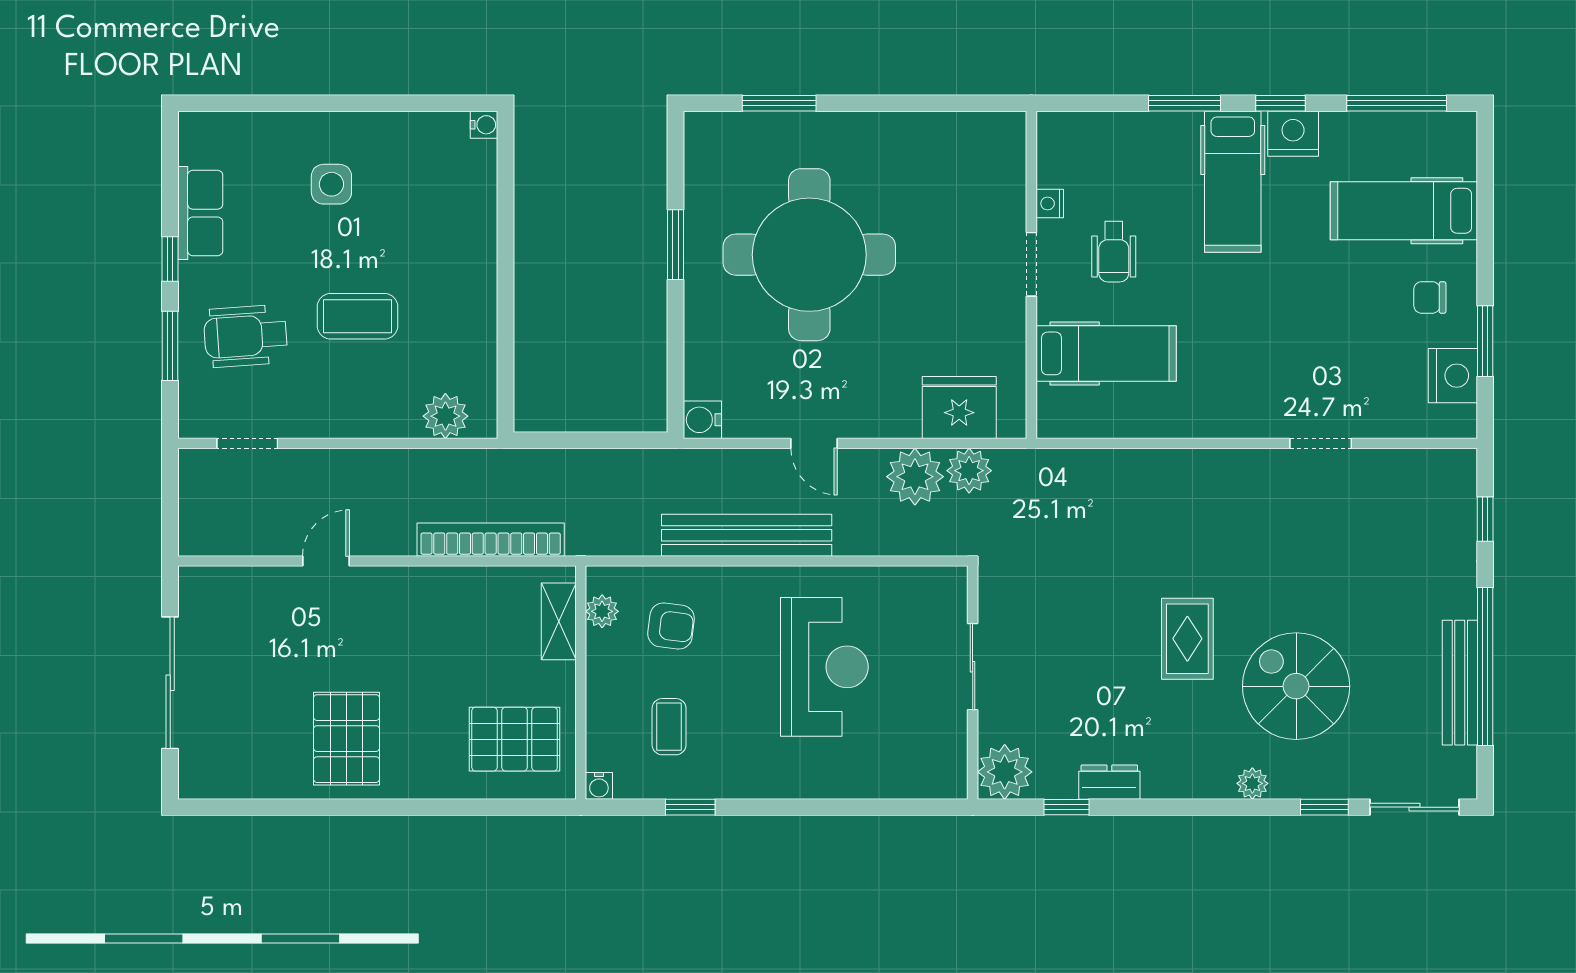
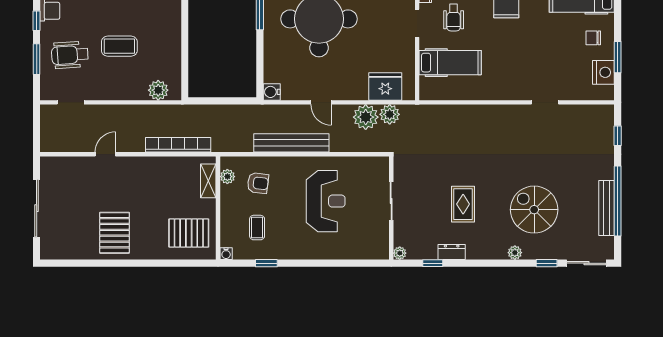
rug: (1187, 639) -> (463, 204), moved
plant: (1005, 772) -> (400, 253), width x0.53, depth x0.53

